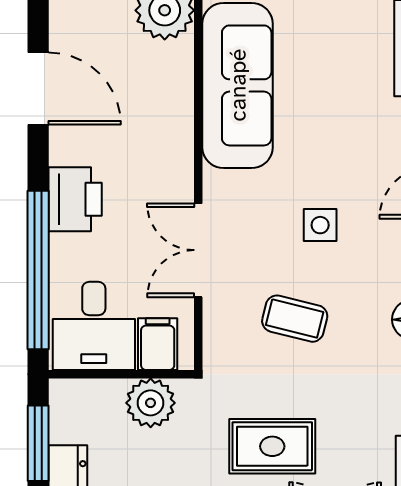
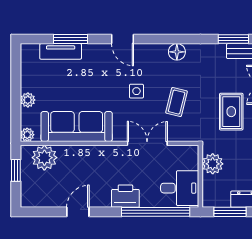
door: (38, 89) -> (78, 212), width x0.73
double door: (198, 250) -> (147, 143), swing flipped
filing cabinet: (158, 344) -> (187, 161), removed

